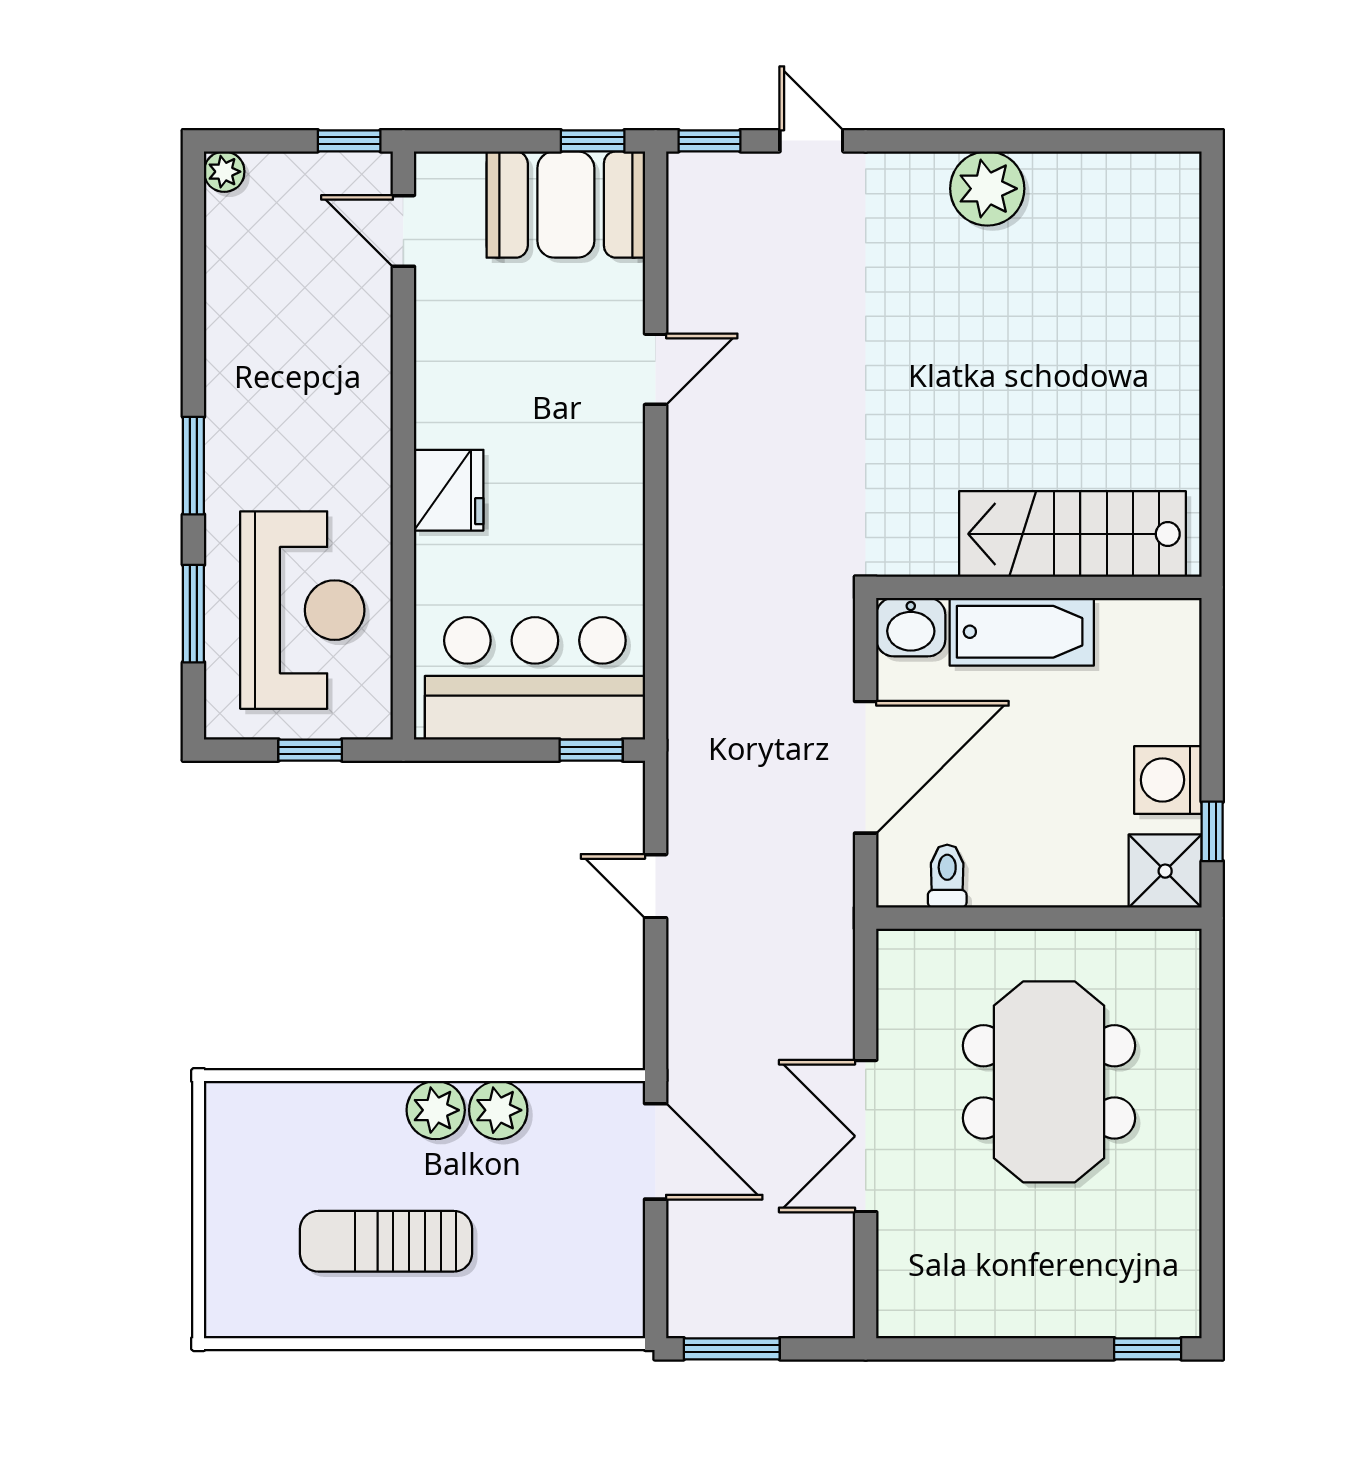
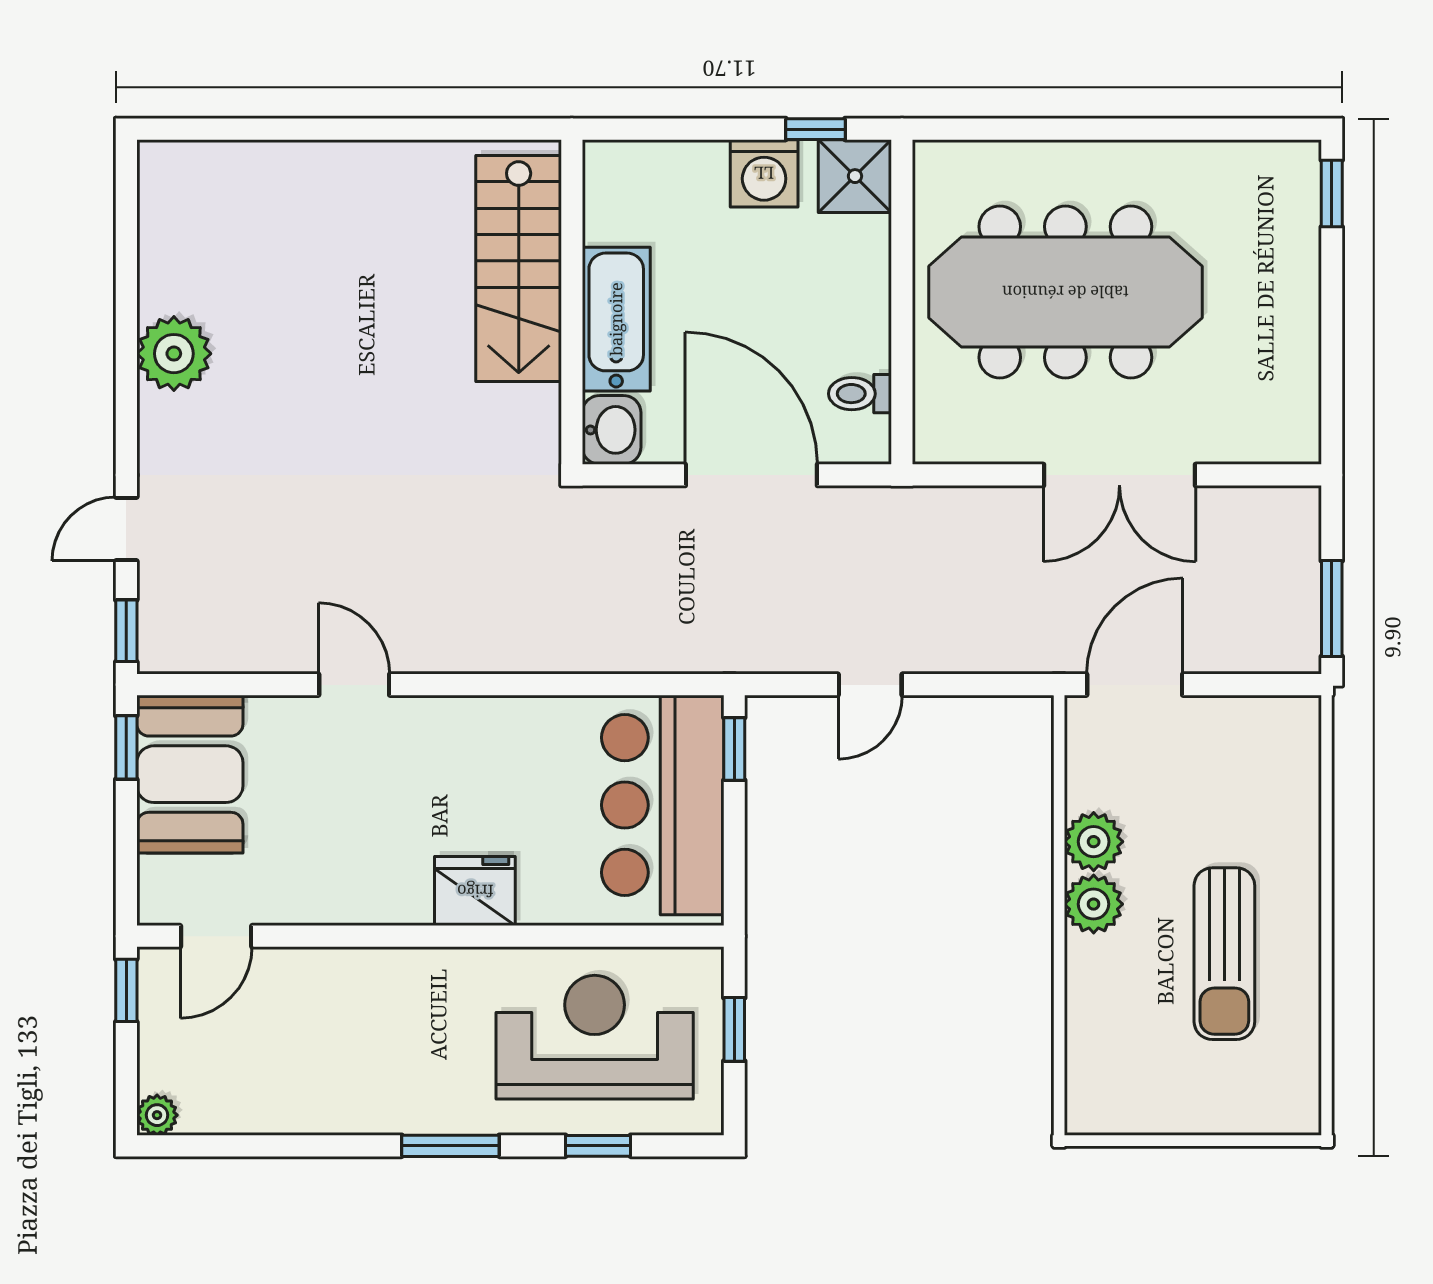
window: (193, 614) -> (598, 1146), width x0.67
meeting table: (1049, 1082) -> (1065, 292), width x1.36

